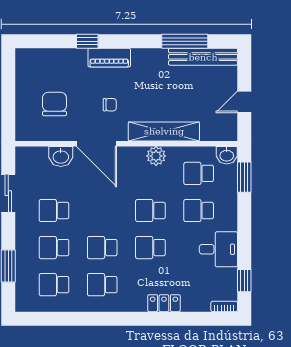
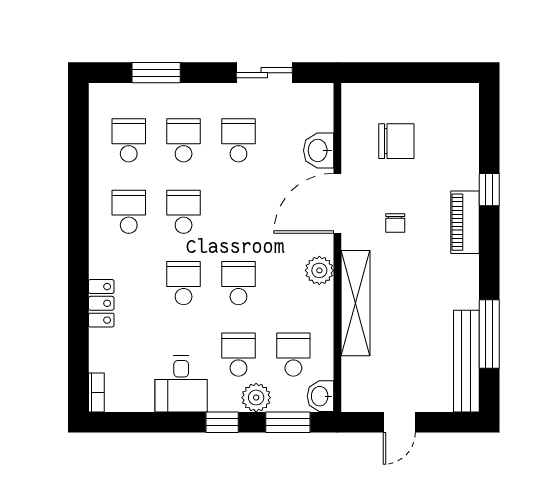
door: (244, 102) -> (399, 422), swing flipped
plant: (156, 156) -> (319, 270), moved
plant: (228, 199) -> (256, 398), added
window: (244, 281) -> (222, 422), moved

